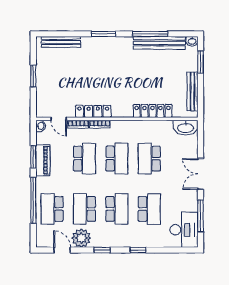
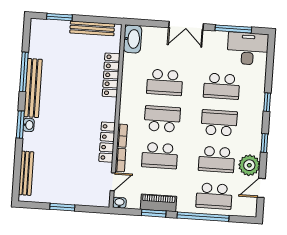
washbasin: (192, 41) -> (29, 125), moved
bench: (159, 43) -> (33, 88), moved
school desk: (85, 159) -> (160, 156), turned 180
school desk: (149, 209) -> (222, 86), turned 180

